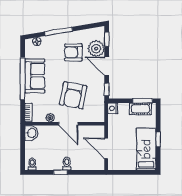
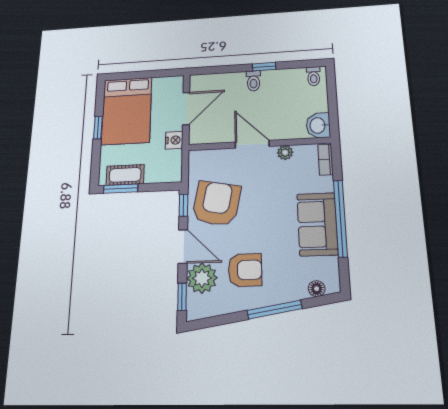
armchair: (73, 95) -> (216, 203), moved
nightstand: (113, 108) -> (174, 140), moved
door: (106, 148) -> (186, 109), hinge flipped
bed: (146, 149) -> (127, 111), width x1.50

